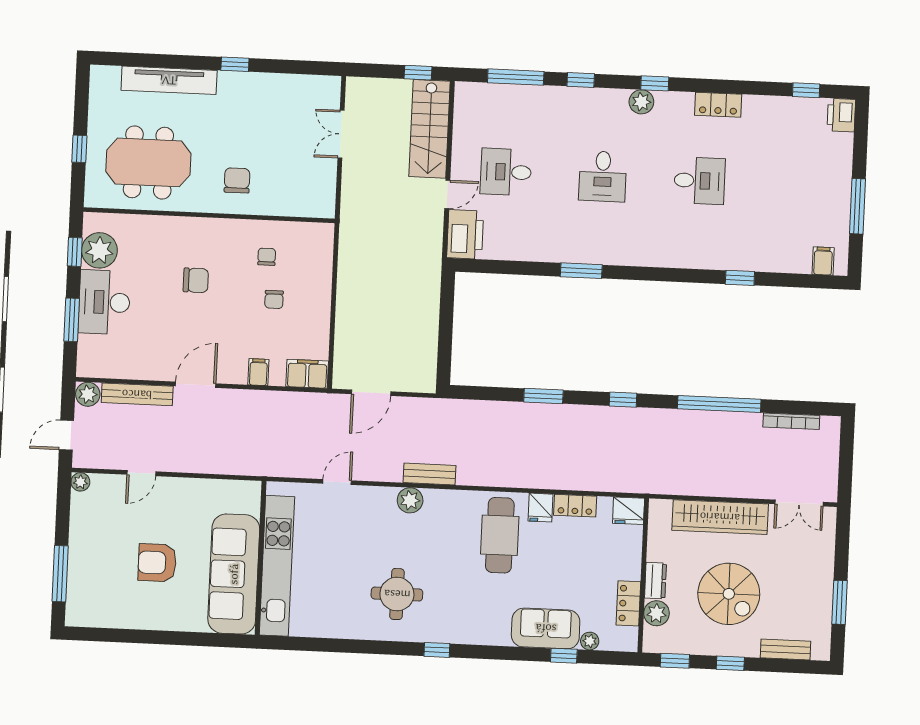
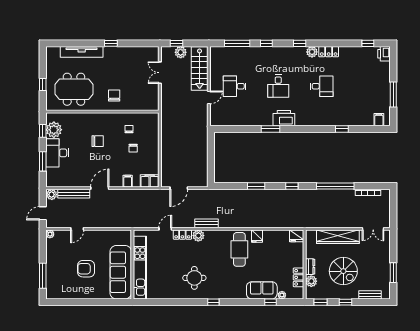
window: (418, 73) -> (176, 43), moved
plant: (389, 91) -> (181, 52), added
plant: (641, 102) -> (312, 52), moved
printer: (465, 234) -> (284, 118), moved, turned -90
locker: (575, 506) -> (182, 235), moved

